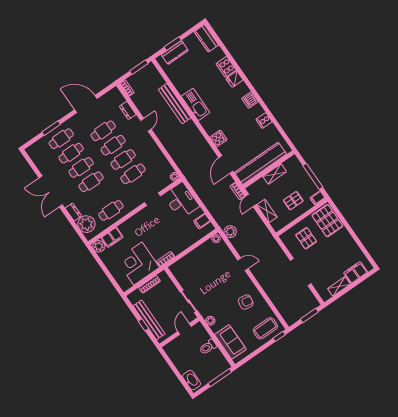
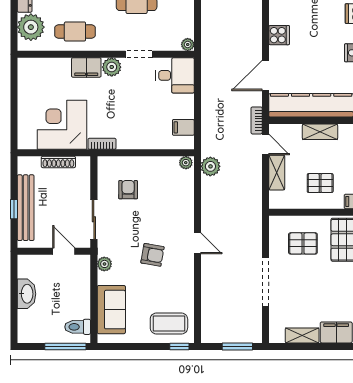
door: (251, 200) -> (265, 145), swing flipped
desk: (181, 201) -> (175, 75), width x0.73
filing cabinet: (112, 237) -> (86, 67), moved
pallet: (306, 238) -> (303, 243), turned 90
plant: (99, 246) -> (112, 67), moved
door: (243, 264) -> (197, 243), moved
armchair: (196, 274) -> (128, 190), added
armchair: (246, 302) -> (152, 255), moved
door: (185, 329) -> (64, 251), hinge flipped
toilet: (208, 347) -> (78, 327), moved
washbasin: (192, 380) -> (27, 294), moved

